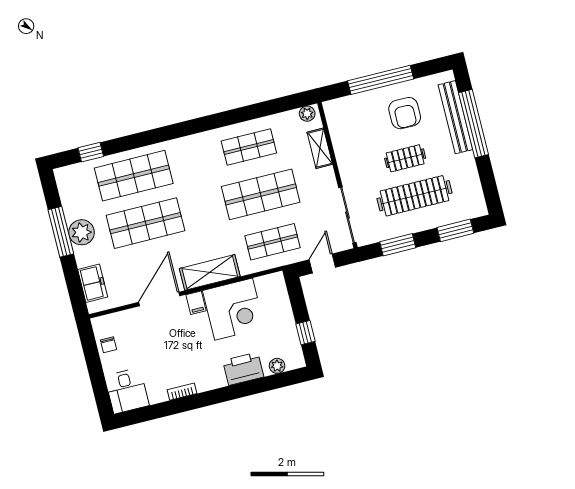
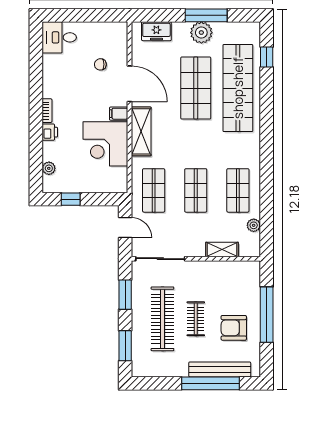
plant: (307, 114) -> (254, 225), moved
shop shelf: (134, 176) -> (238, 88), width x1.40
shop shelf: (261, 194) -> (196, 190), width x0.70, depth x0.74
chair: (108, 345) -> (100, 64), moved
printer: (243, 369) -> (50, 132), width x0.53, depth x0.68
bookcase: (182, 392) -> (47, 111), moved

